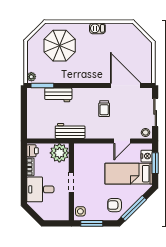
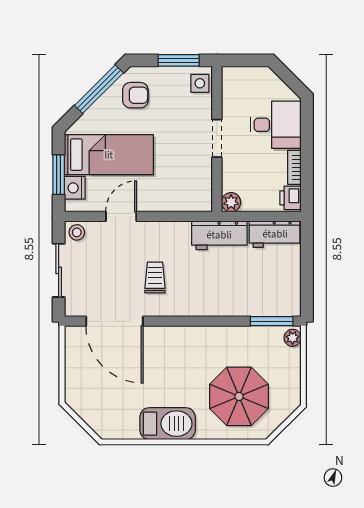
barbecue: (97, 28) -> (168, 424), width x1.88, depth x1.53
workbench: (58, 95) -> (275, 234), moved, turned 180
plant: (59, 153) -> (231, 202), width x0.53, depth x0.53

